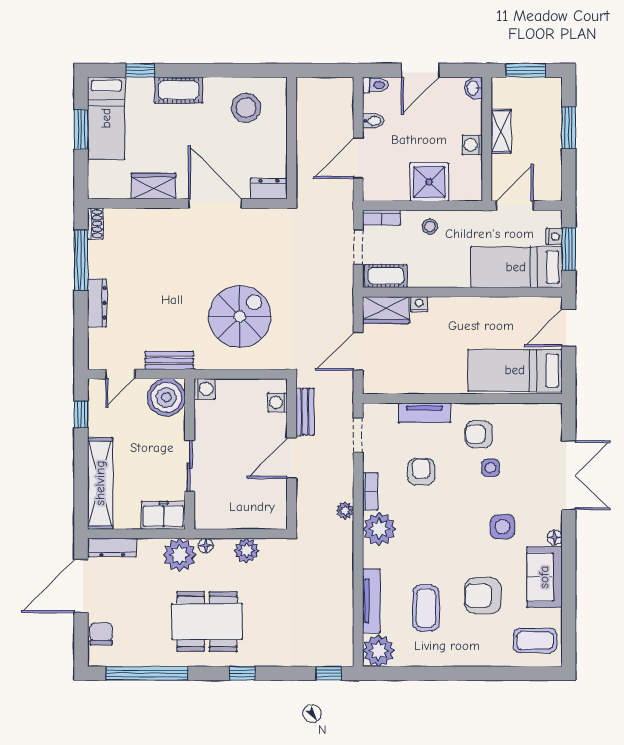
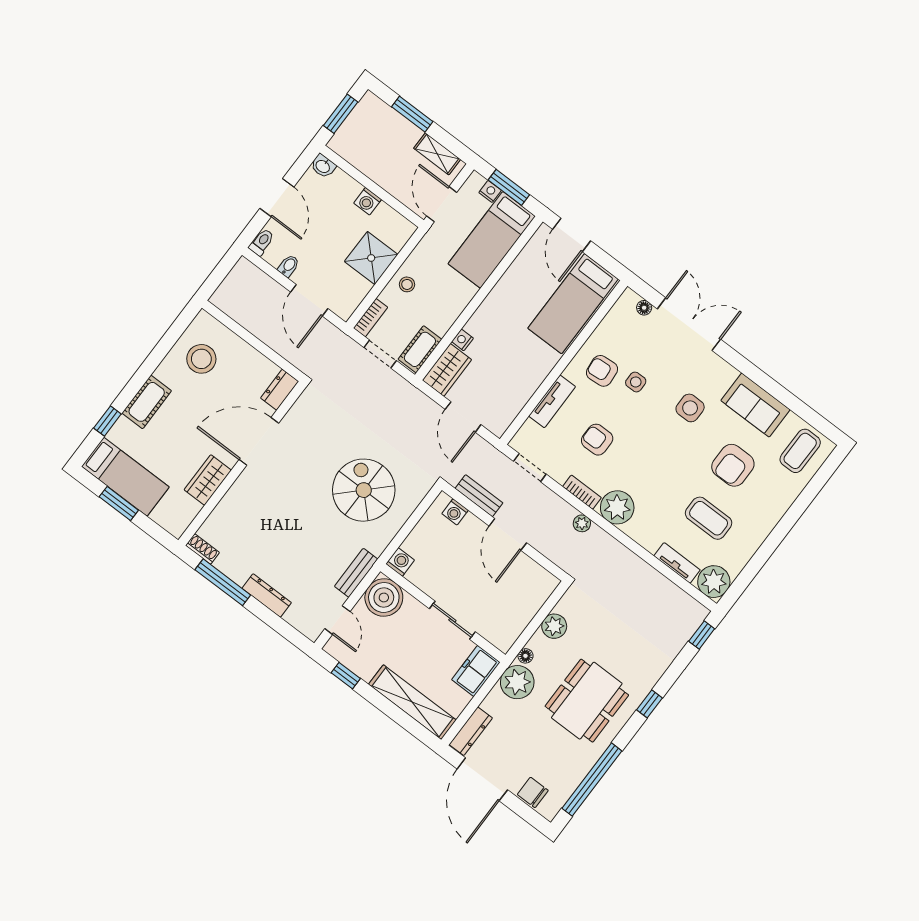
shelving: (501, 131) -> (437, 154), moved
armchair: (479, 434) -> (602, 371), turned 85
floor lamp: (555, 538) -> (644, 308), moved
tv unit: (371, 601) -> (677, 563), width x0.71

